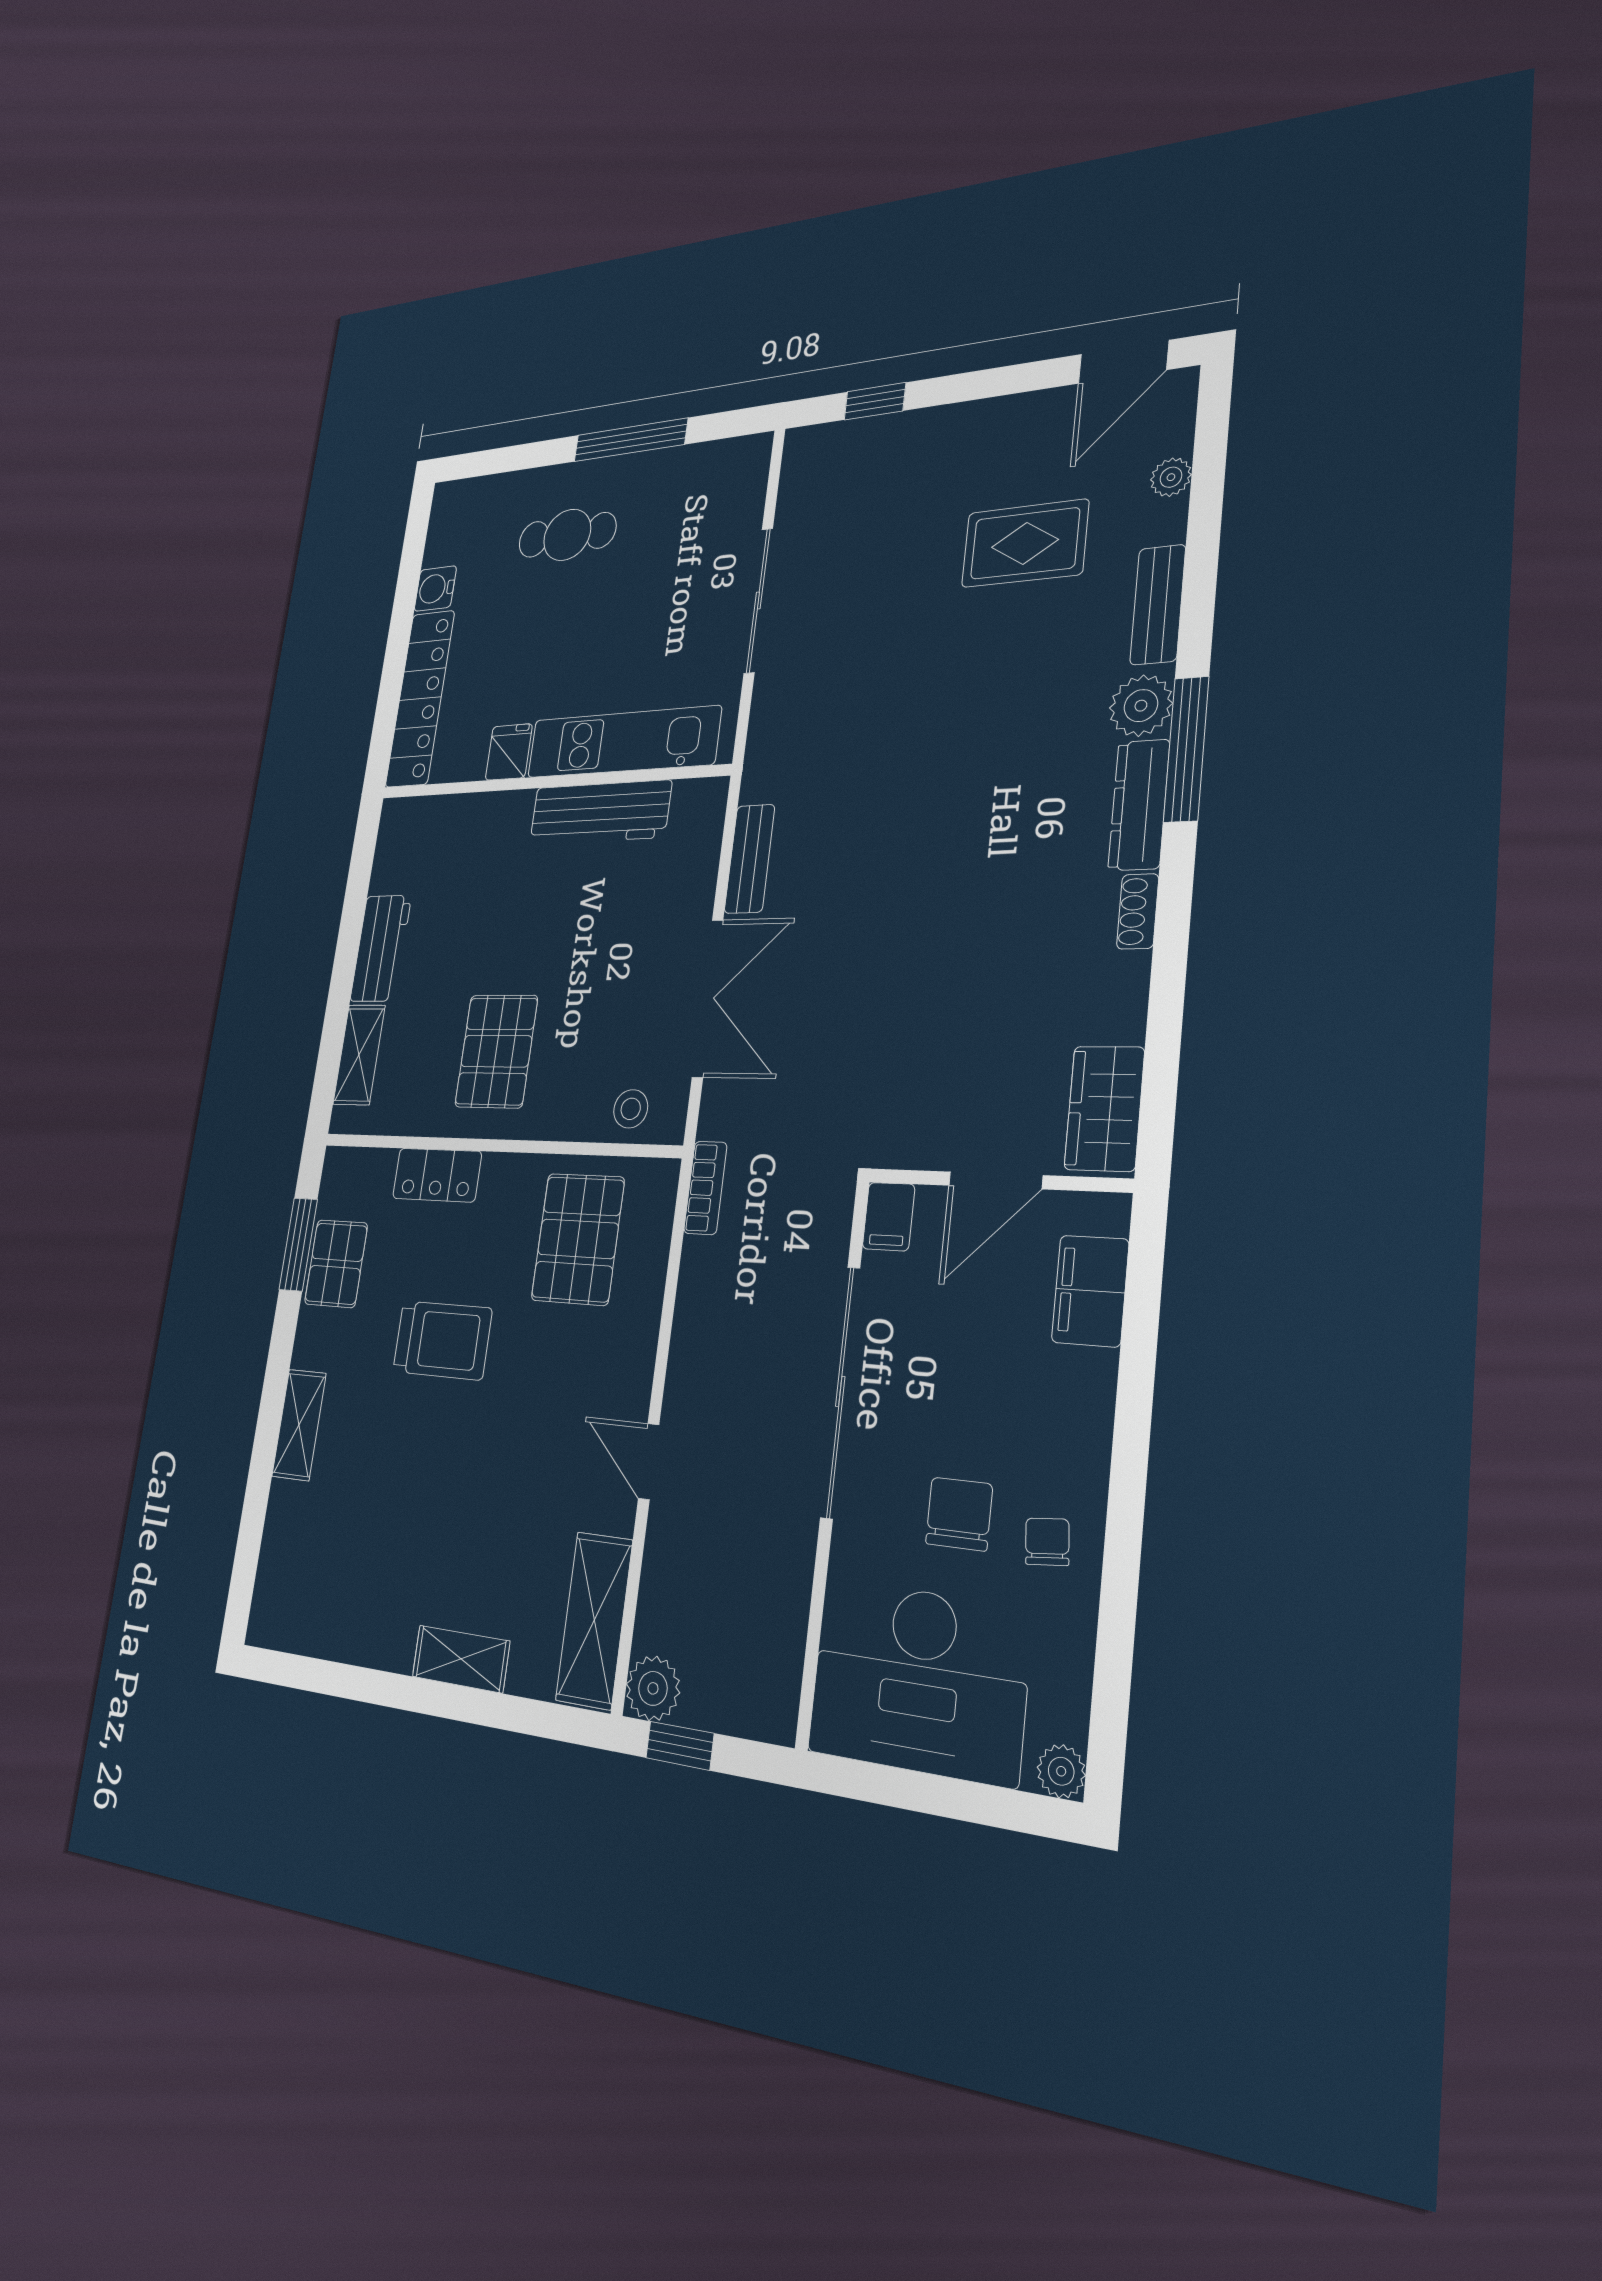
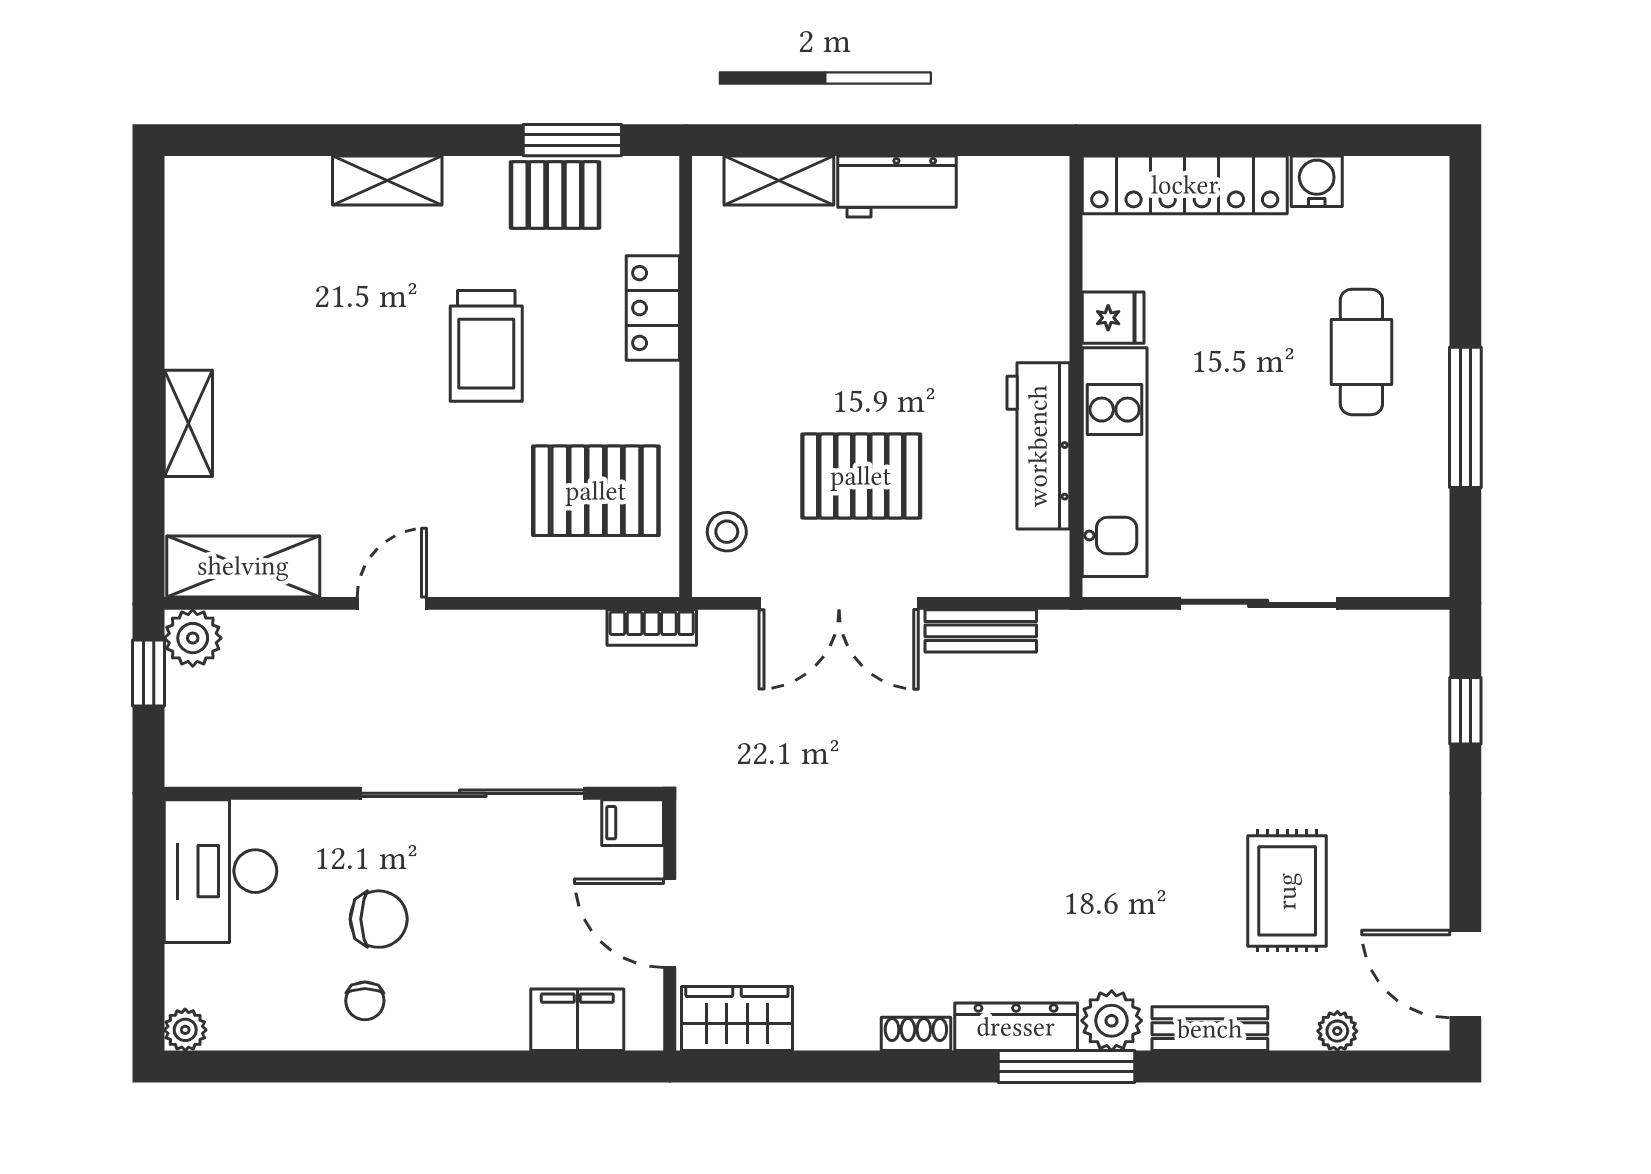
pallet: (496, 1051) -> (861, 476), moved
chair: (1047, 1542) -> (365, 1001), turned 95
desk: (919, 1680) -> (221, 871), width x0.73, depth x0.77

